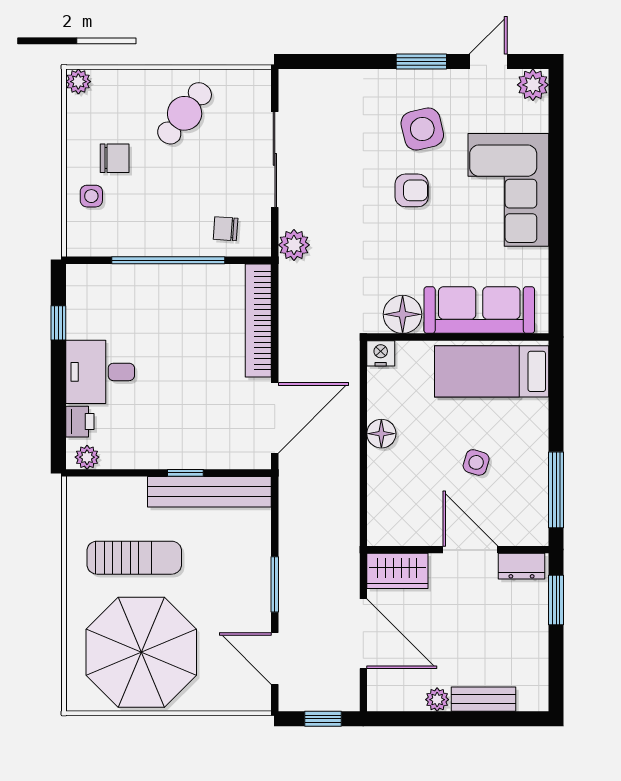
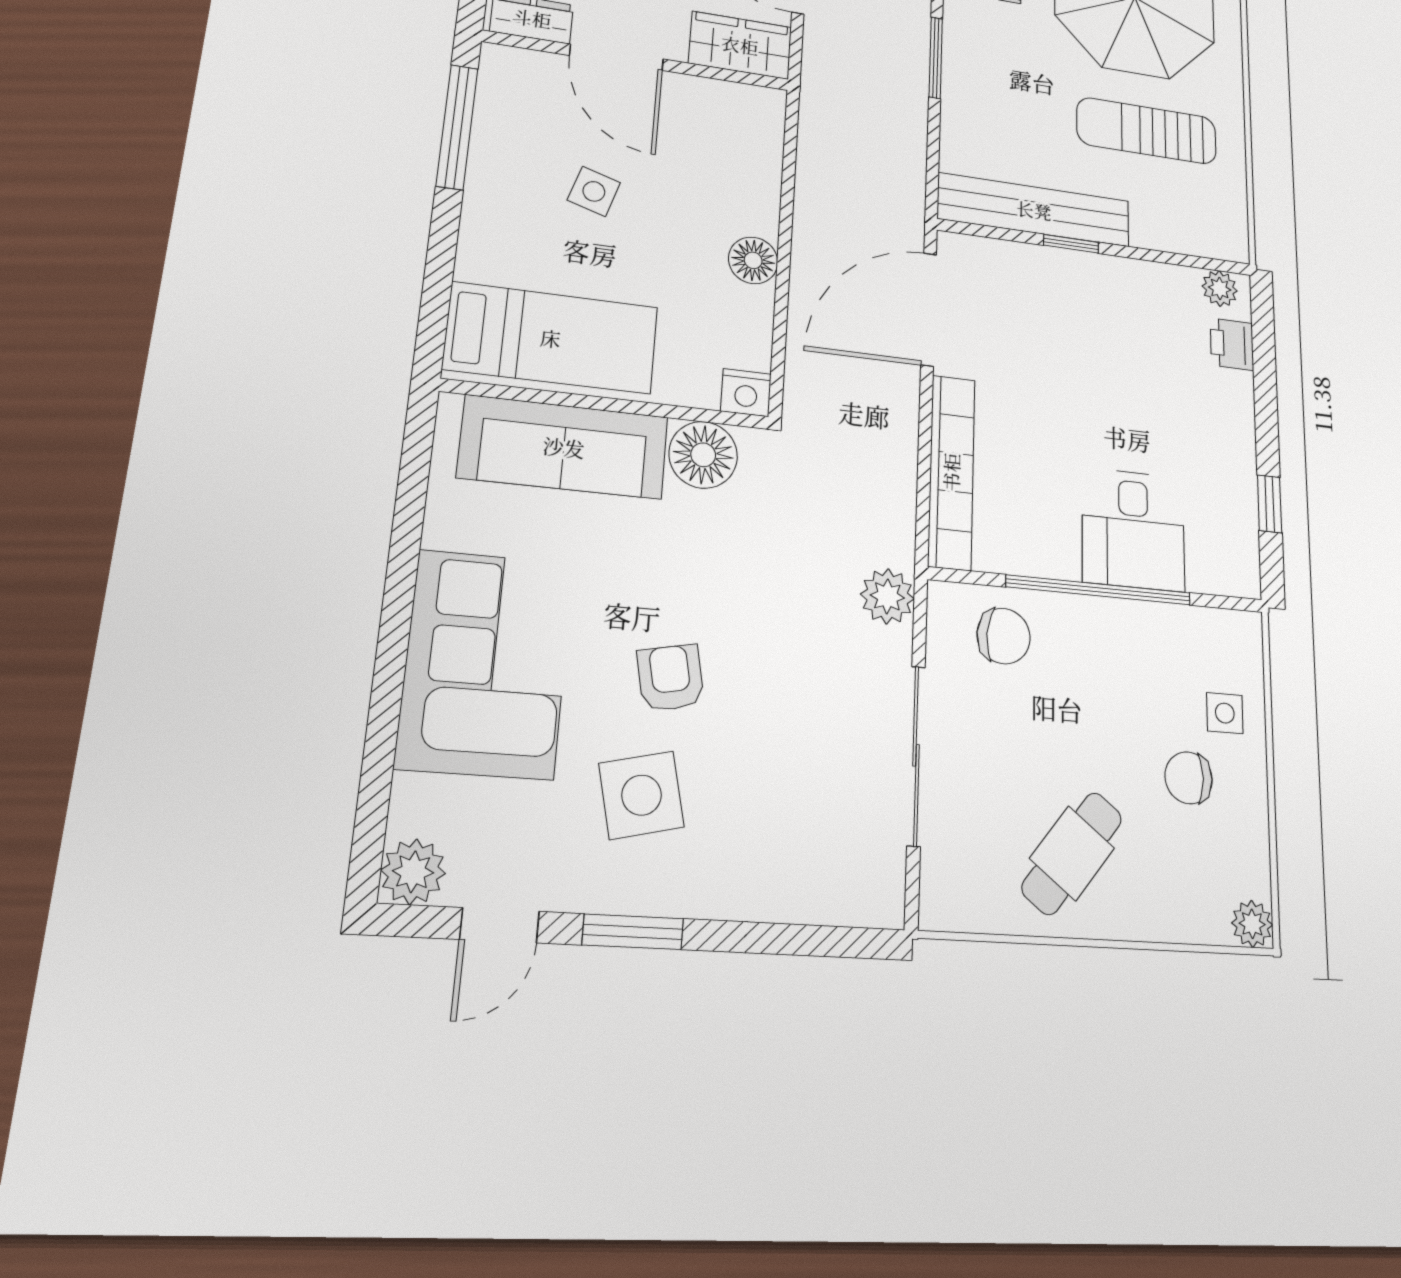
armchair: (412, 190) -> (671, 678), turned 79
chair: (226, 229) -> (1004, 636), width x1.37, depth x1.37
desk: (100, 372) -> (1133, 529), moved, turned 90

